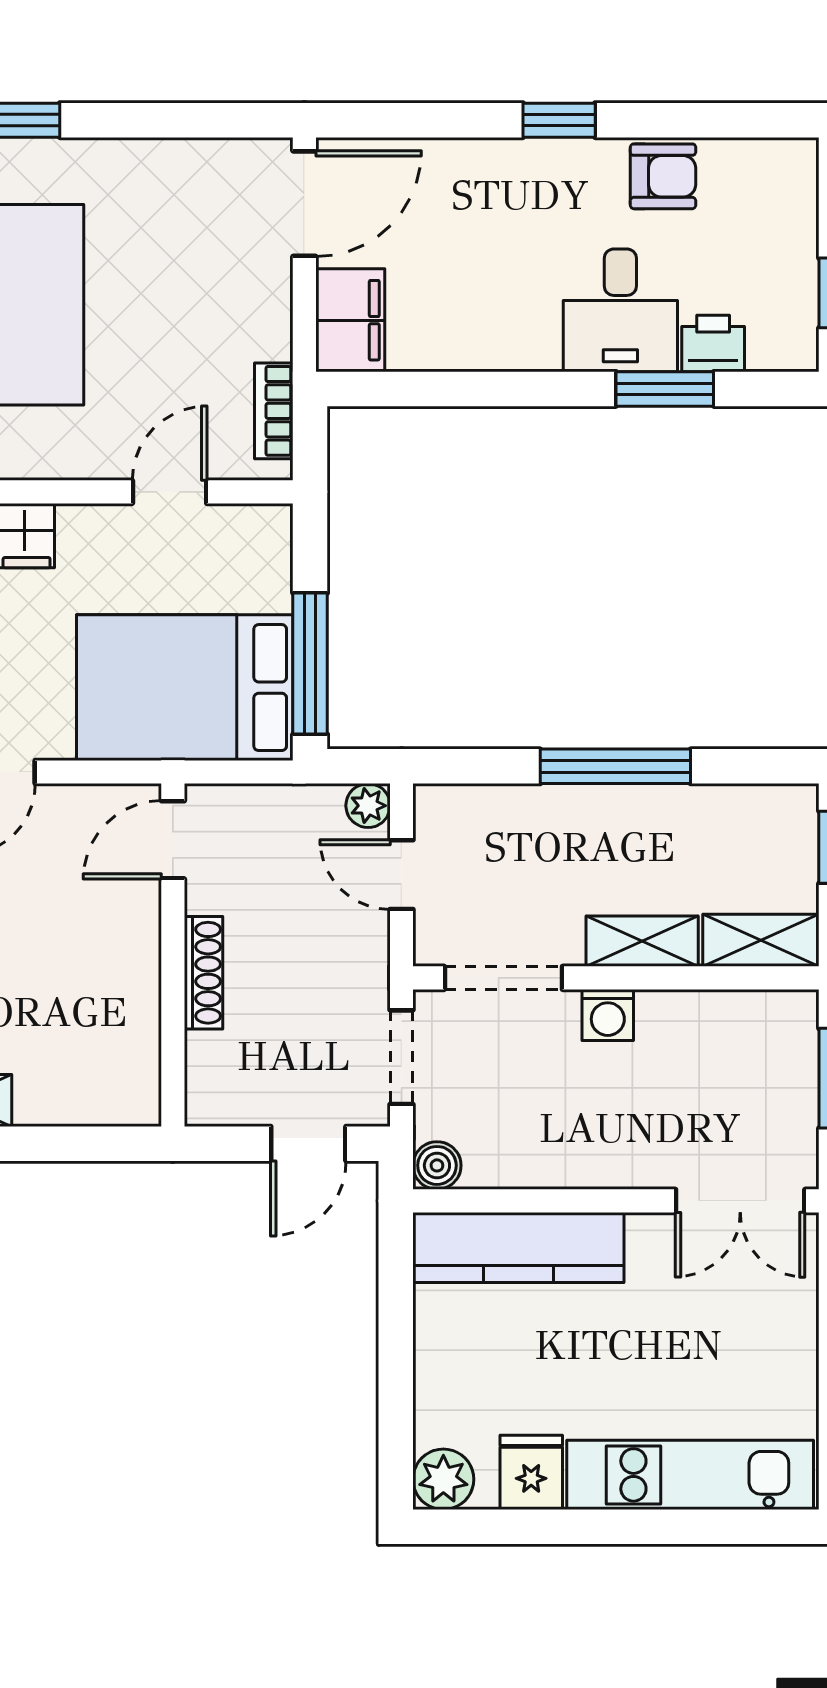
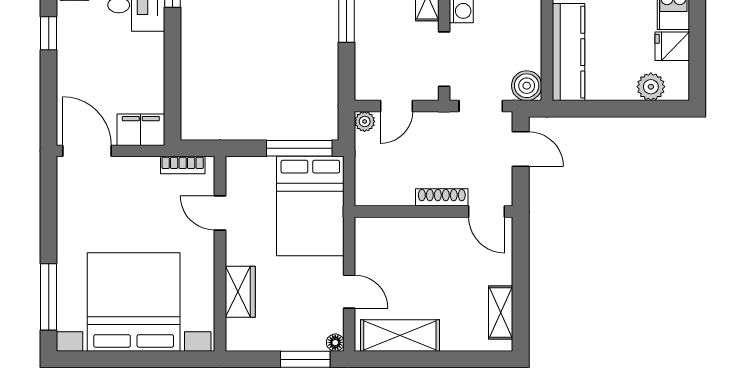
door: (173, 840) -> (487, 212), moved
boiler: (437, 1165) -> (527, 86), width x1.36, depth x1.36
plant: (443, 1479) -> (651, 87), moved

